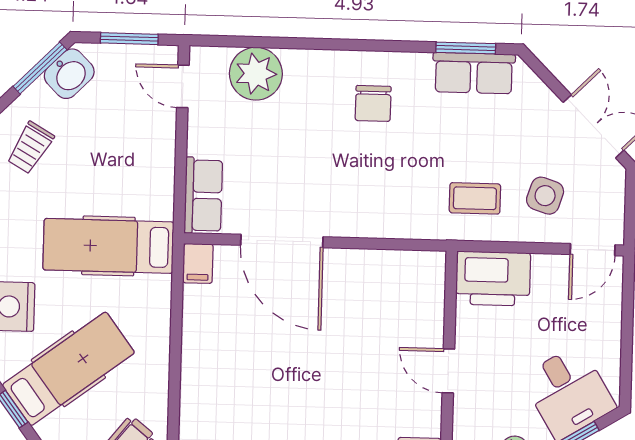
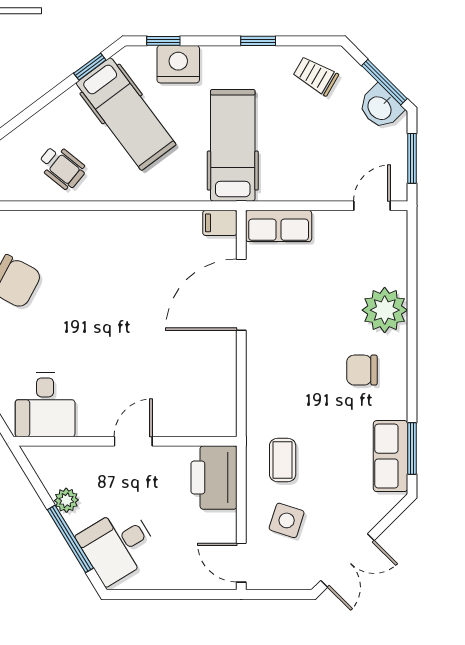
plant: (256, 74) -> (385, 310), moved

